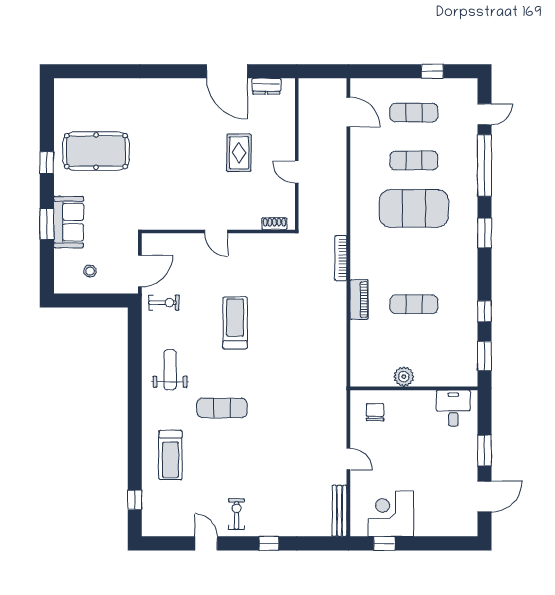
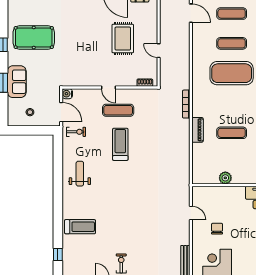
rug: (239, 153) -> (123, 39), width x1.36, depth x1.43
water cooler: (150, 241) -> (67, 94), added
door: (140, 271) -> (61, 112), hinge flipped
exercise mat: (222, 408) -> (118, 110), moved
chair: (375, 412) -> (217, 229), moved
treadmill: (170, 455) -> (80, 227), turned -90
door: (348, 459) -> (191, 213), moved

